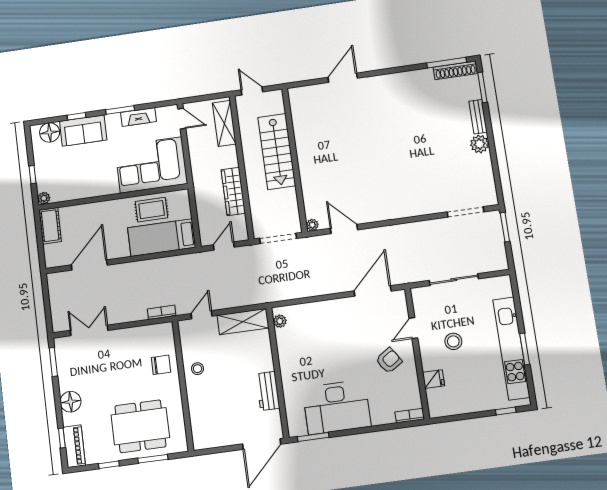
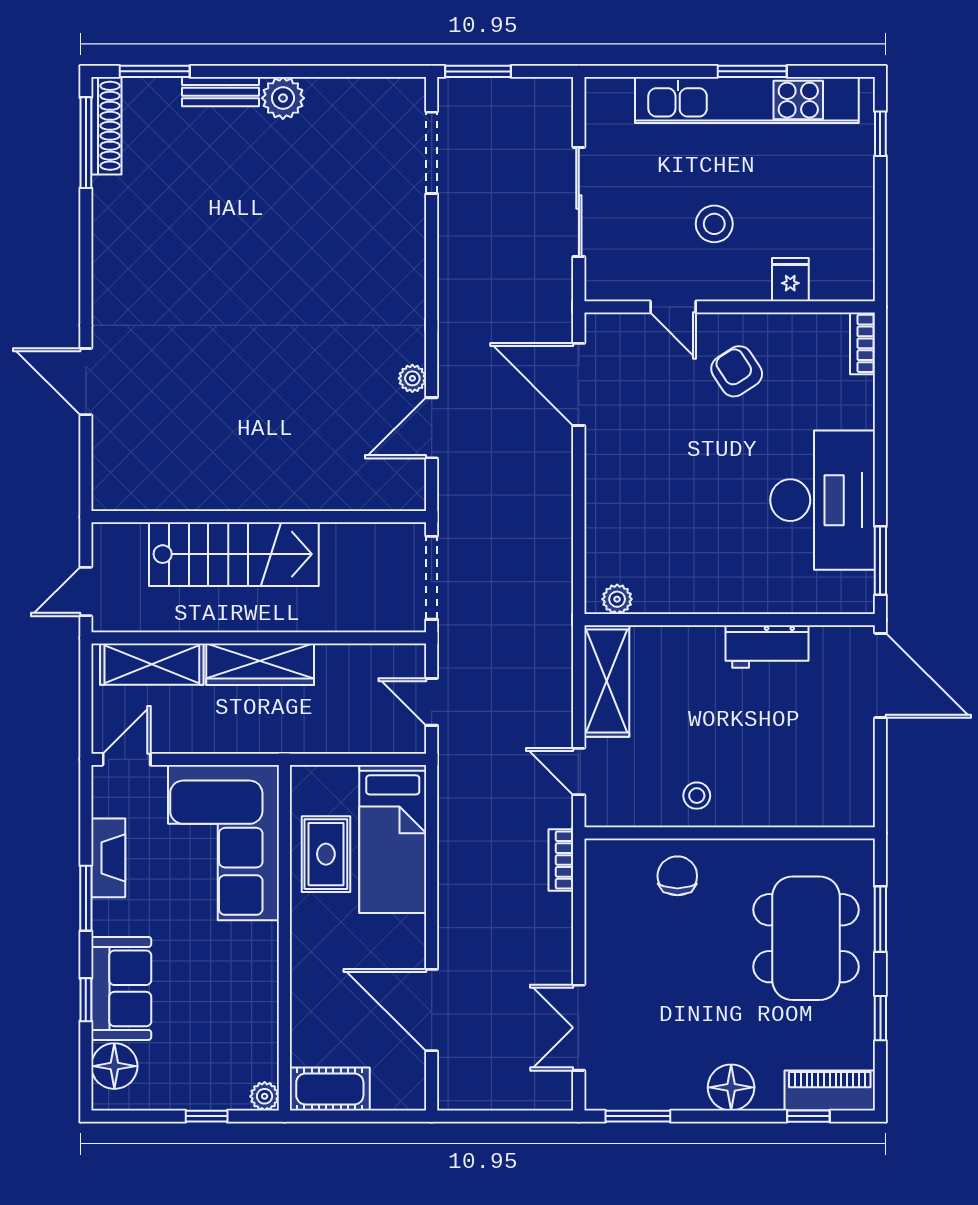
wardrobe: (233, 191) -> (260, 664), moved
plant: (312, 225) -> (412, 378), moved

